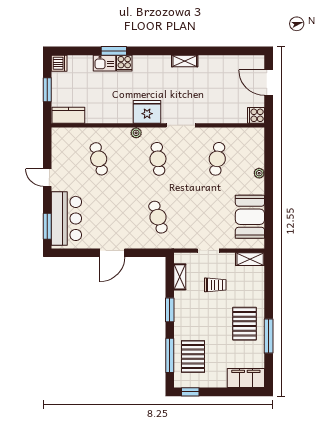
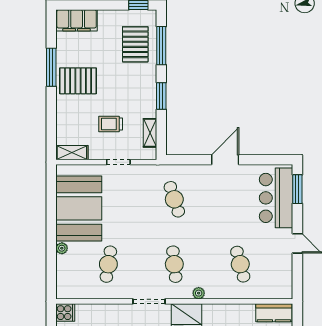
booth: (250, 217) -> (79, 208), width x1.36, depth x1.42
pallet: (245, 324) -> (78, 81), turned 90

